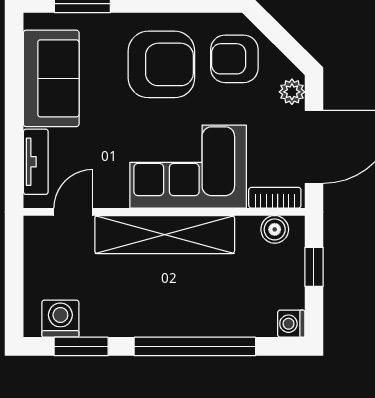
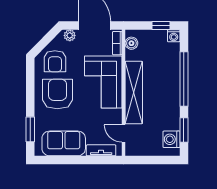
window: (314, 267) -> (161, 26), moved

